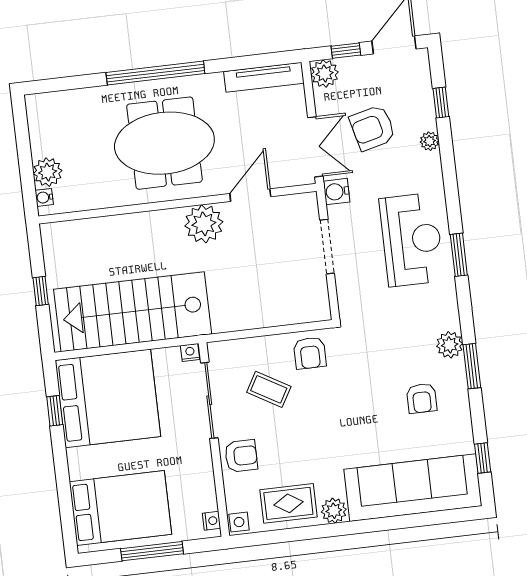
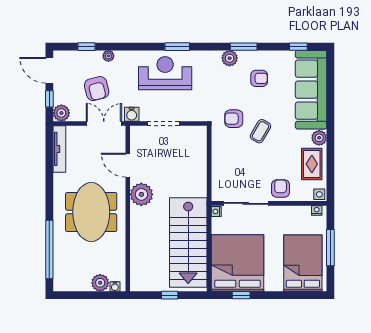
window: (155, 73) -> (49, 249), moved
armchair: (310, 353) -> (234, 119), moved, turned 180
coffee table: (269, 389) -> (260, 131), moved

